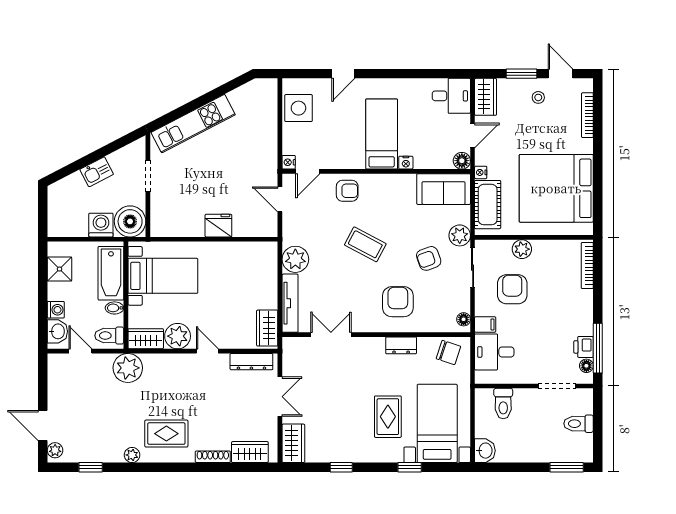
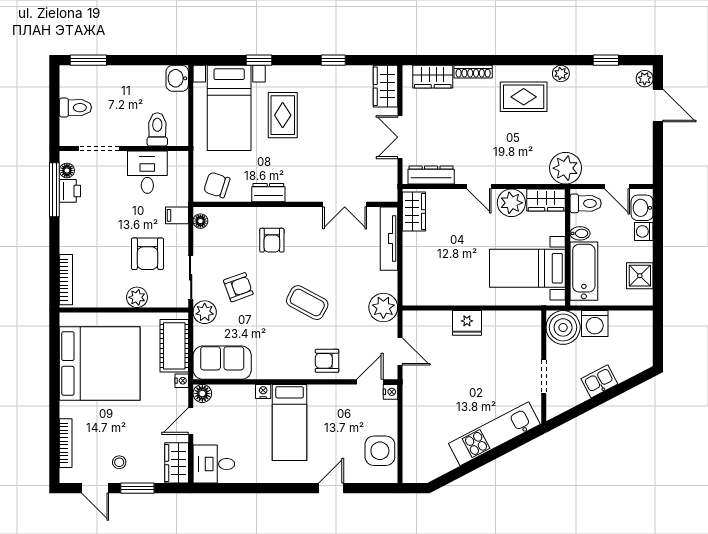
plant: (295, 259) -> (383, 307), moved
armchair: (398, 302) -> (272, 240), width x0.72, depth x0.72
desk: (494, 352) -> (147, 172), moved, turned -90

